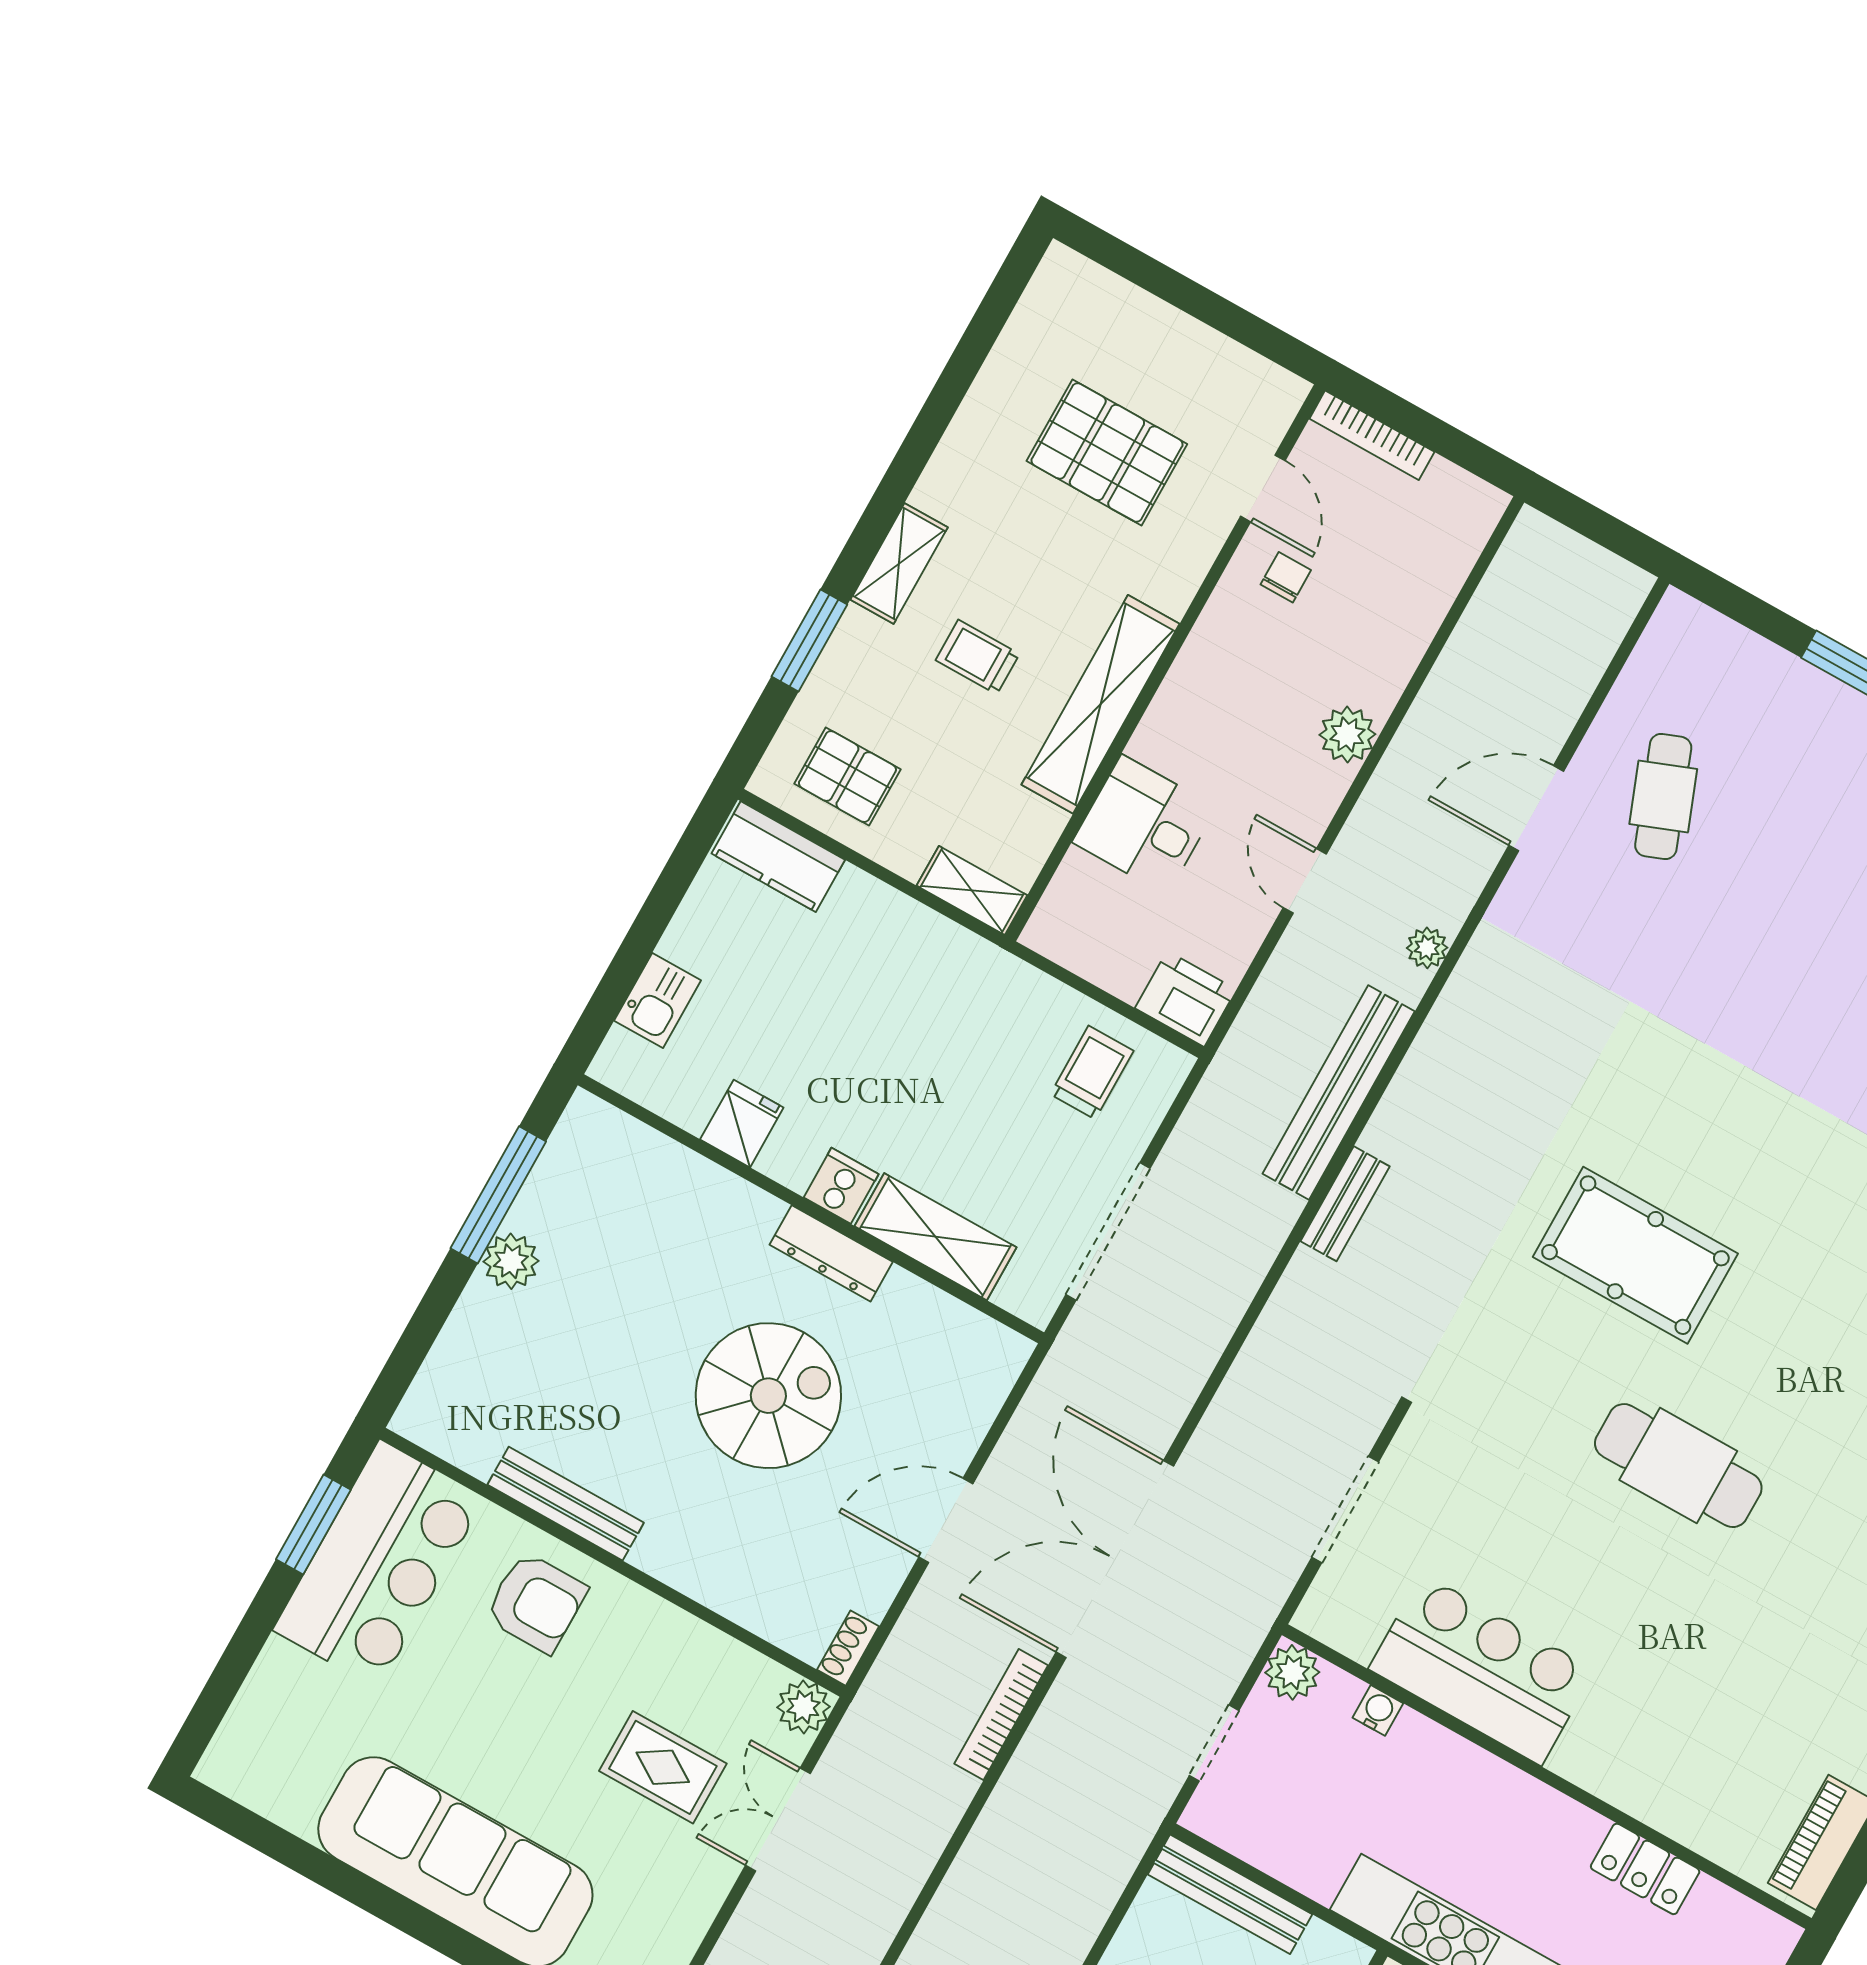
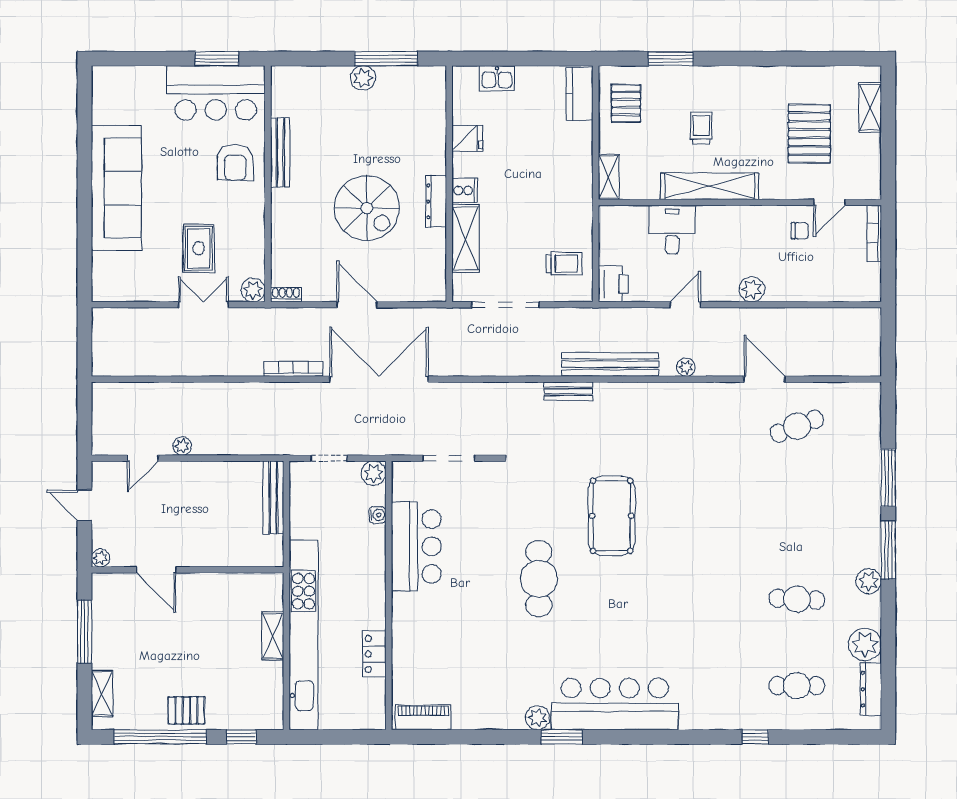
shelving: (899, 563) -> (870, 108), moved, turned 90

